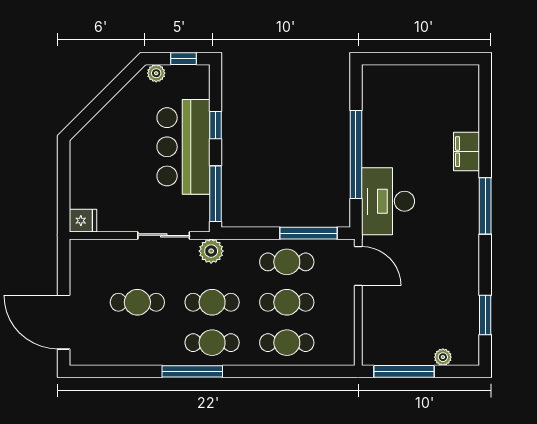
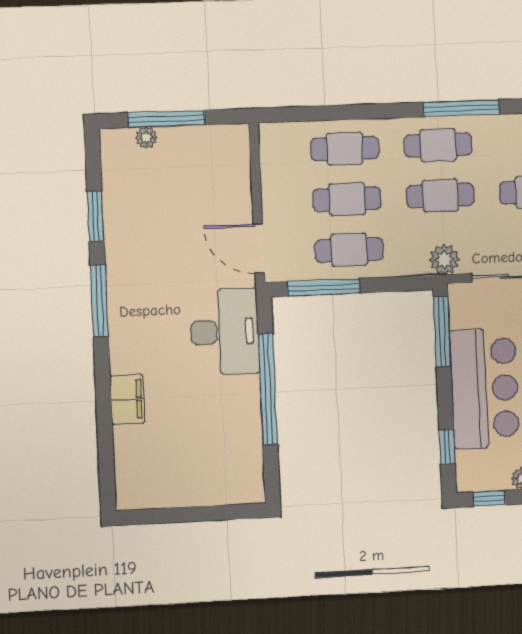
window: (215, 125) -> (447, 447), moved
window: (485, 206) -> (99, 301), moved
window: (485, 315) -> (96, 216), moved
window: (404, 371) -> (166, 119), moved

